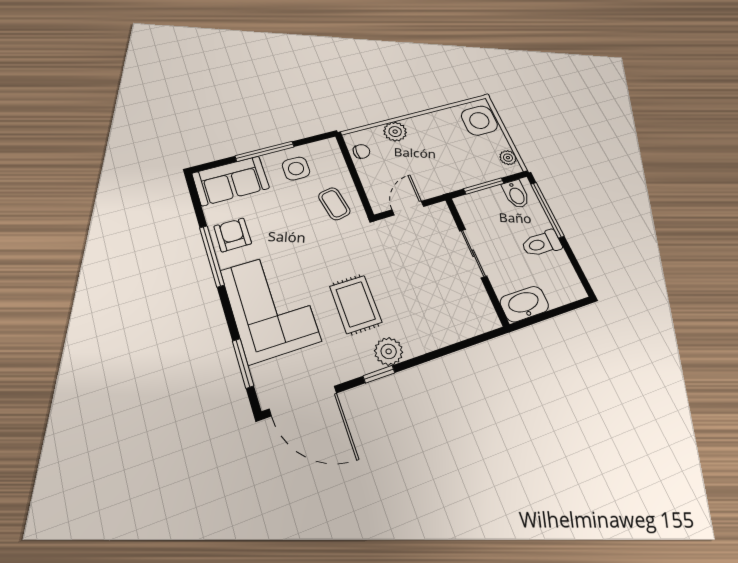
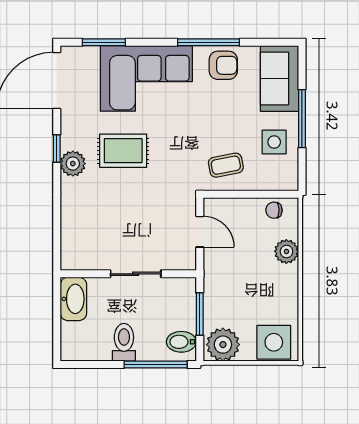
chair: (361, 151) -> (274, 210), turned 90
plant: (508, 158) -> (223, 345), width x1.87, depth x1.87

